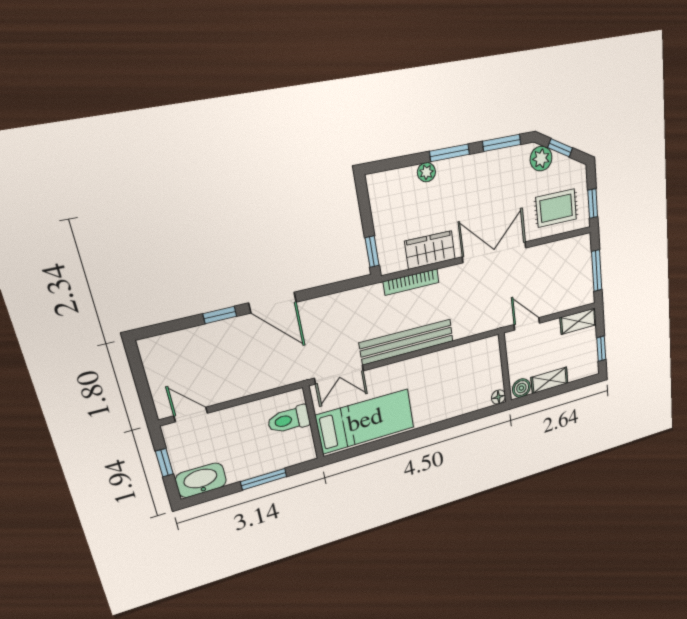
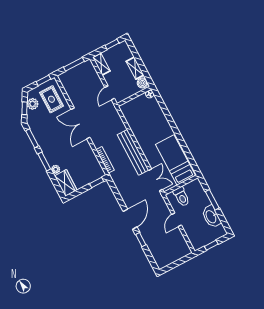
plant: (541, 159) -> (33, 104), moved
wardrobe: (430, 250) -> (66, 183), moved, turned 180
door: (191, 415) -> (177, 220), moved
washbasin: (201, 480) -> (211, 217), moved

